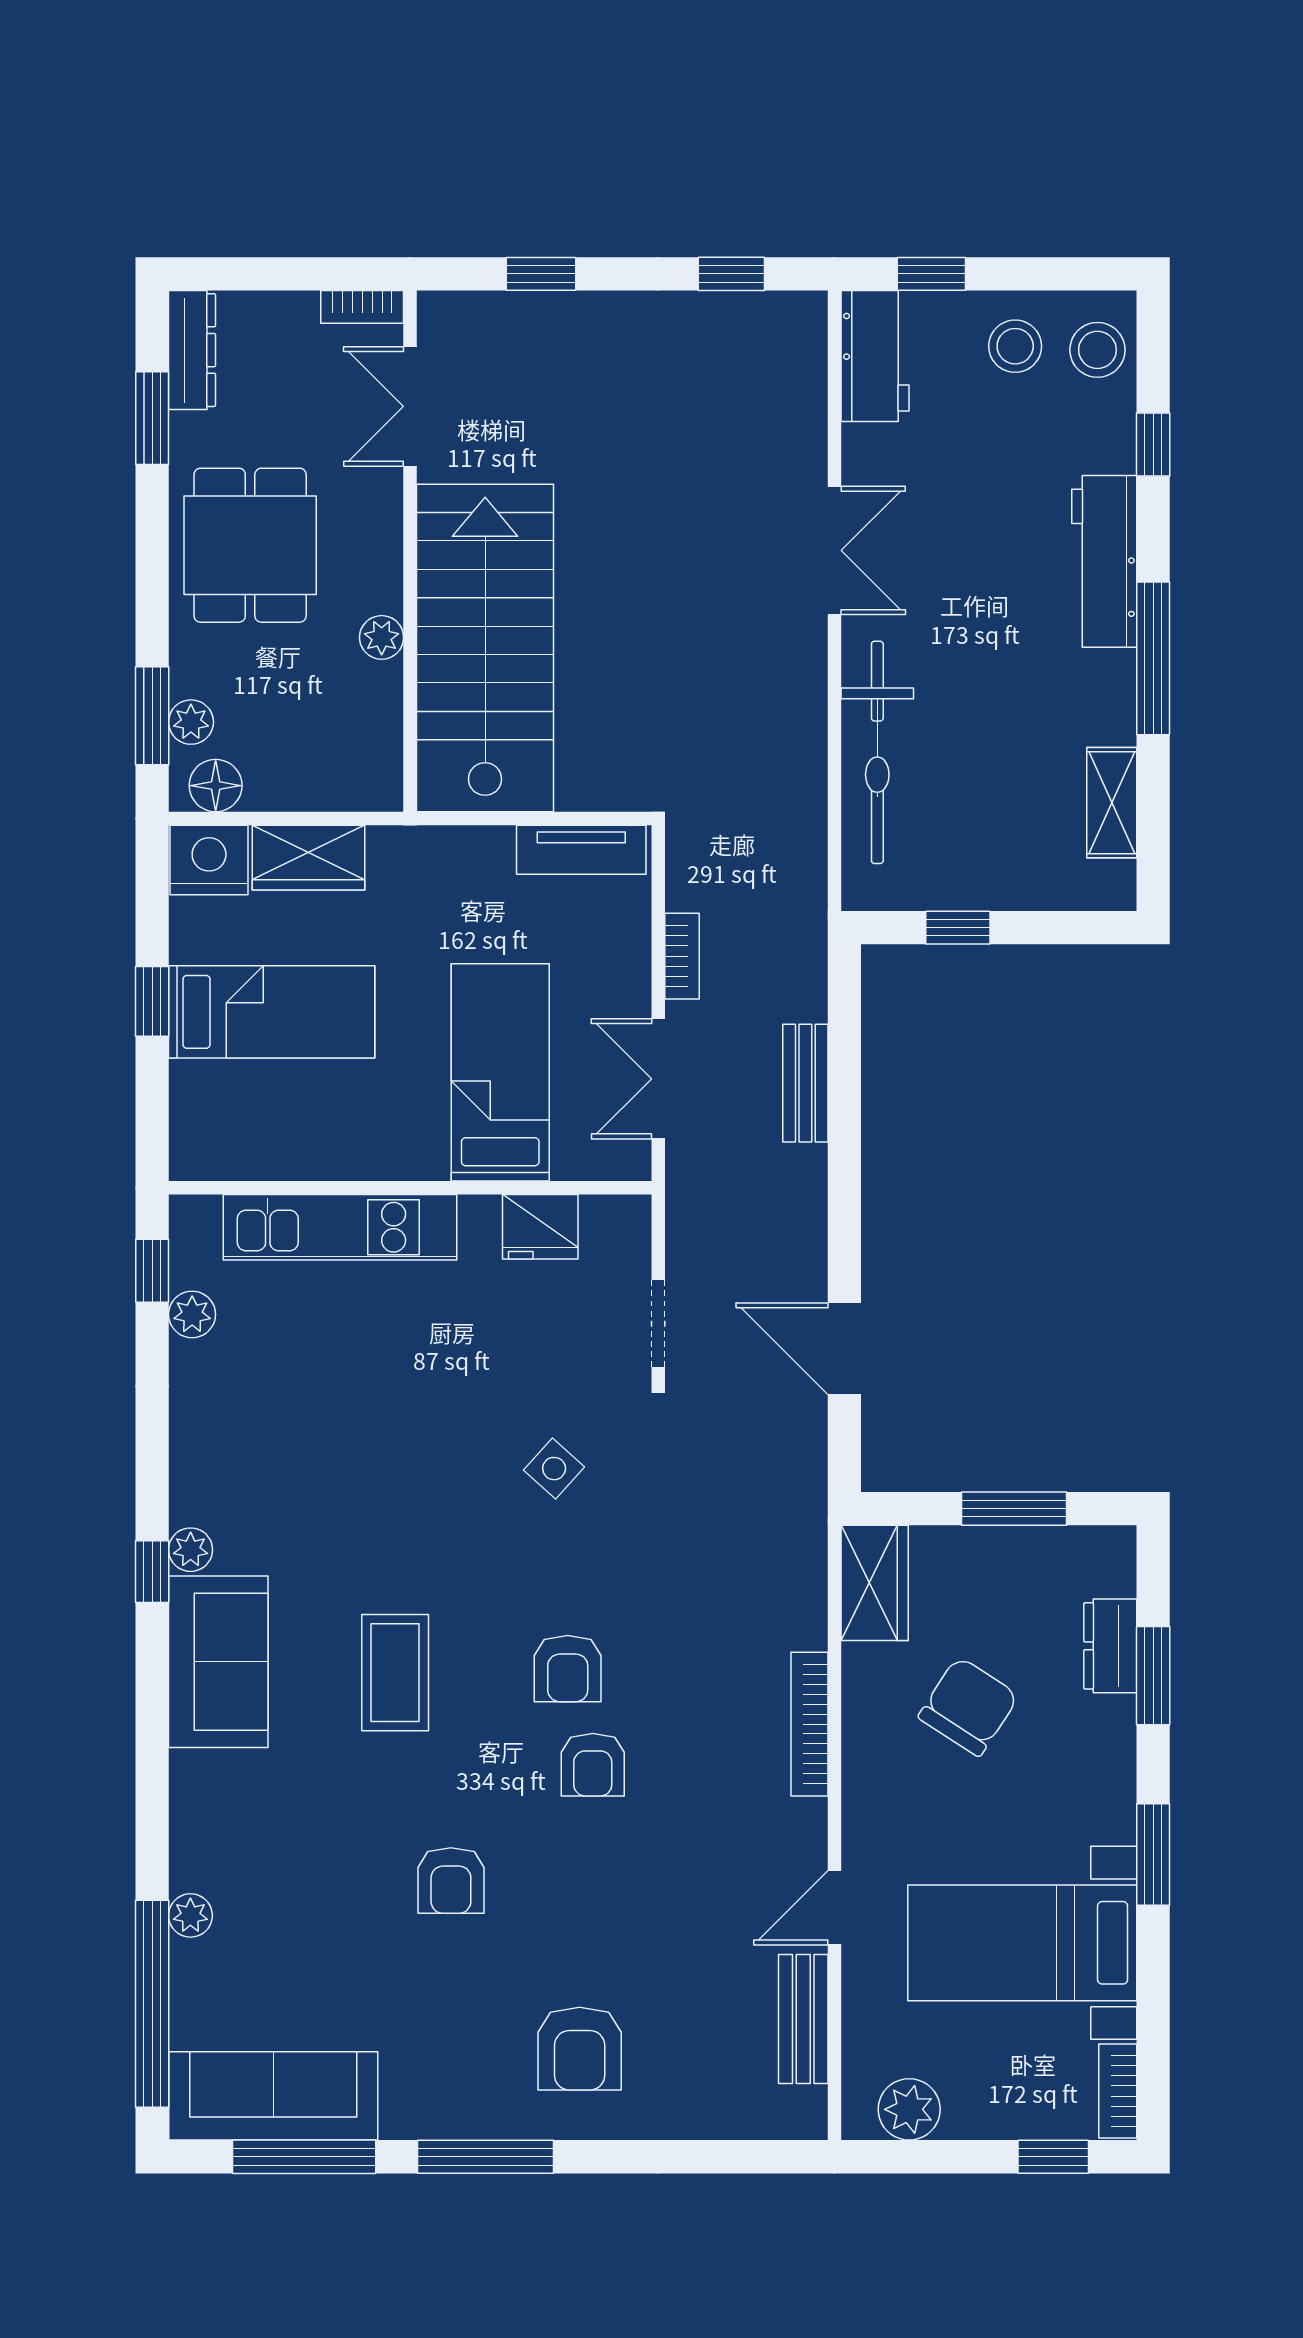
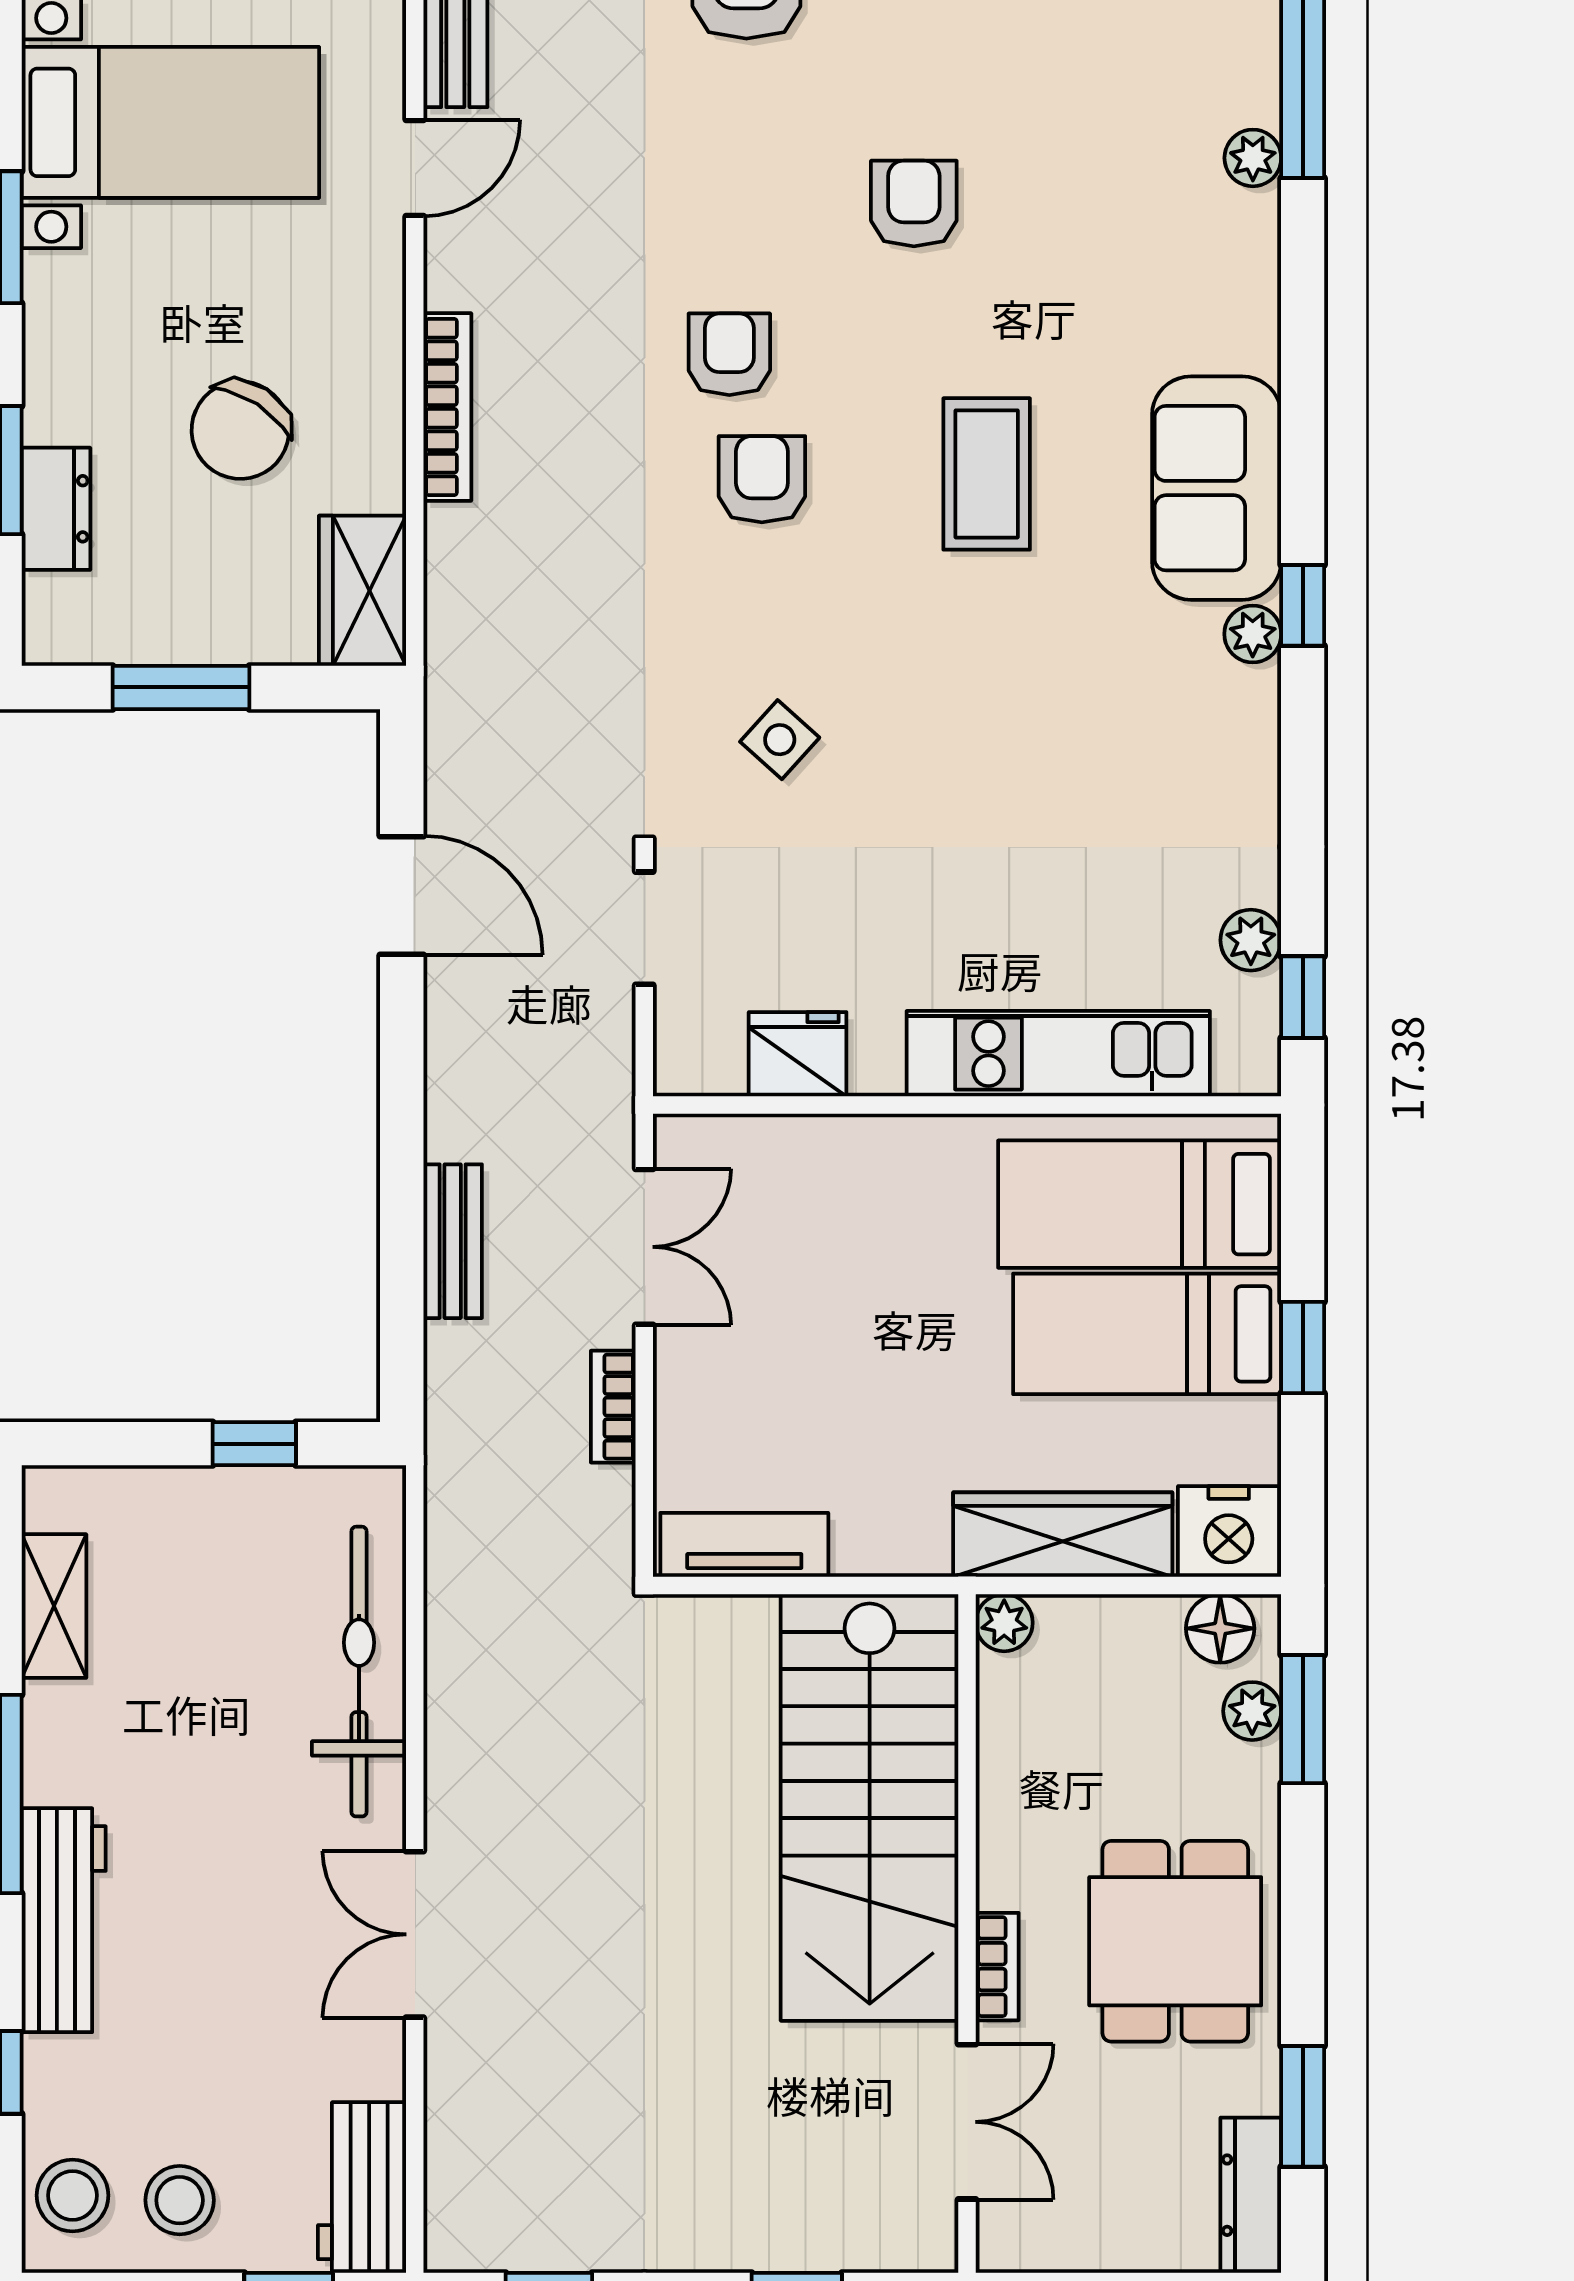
bookcase: (362, 307) -> (997, 1967), moved, turned 90
plant: (382, 637) -> (1004, 1623), moved
wardrobe: (309, 858) -> (1063, 1535), width x1.50
bed: (500, 1072) -> (1140, 1204), moved, turned 90

